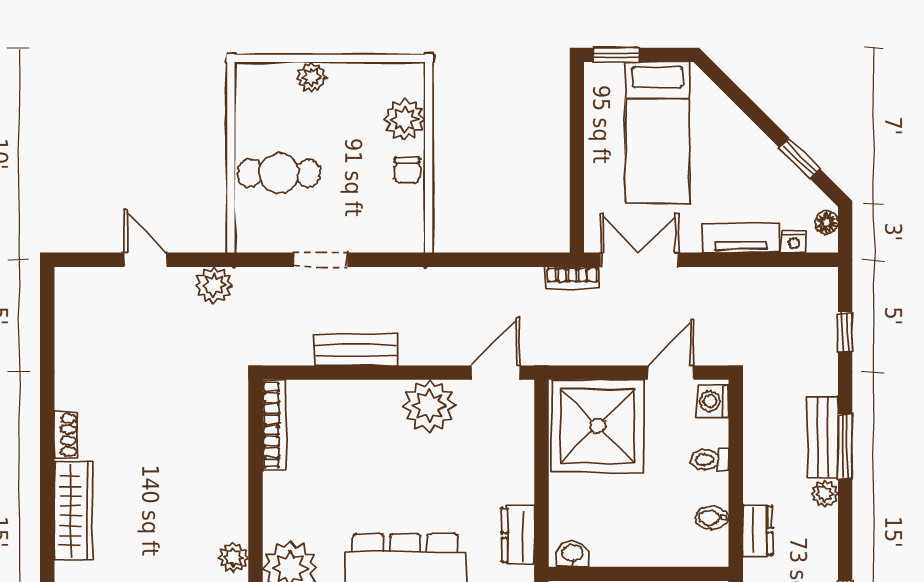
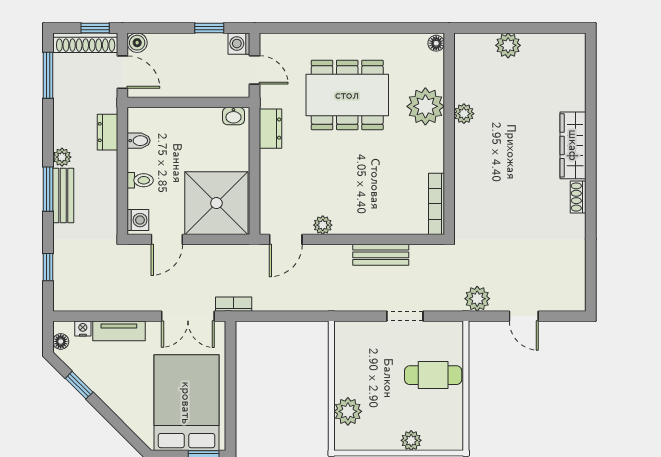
bed: (657, 133) -> (186, 403), width x1.50
chair: (407, 170) -> (346, 377), removed
plant: (429, 406) -> (323, 225), width x0.53, depth x0.53

